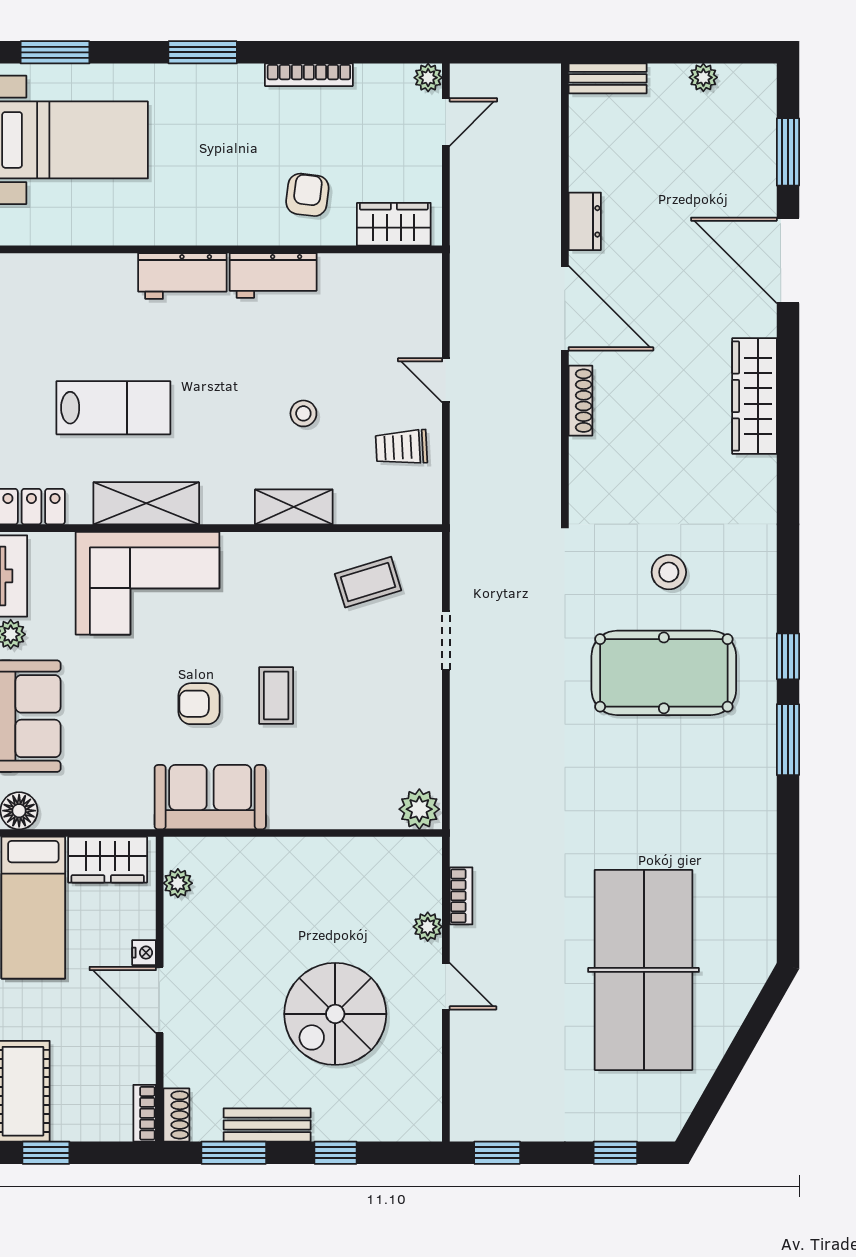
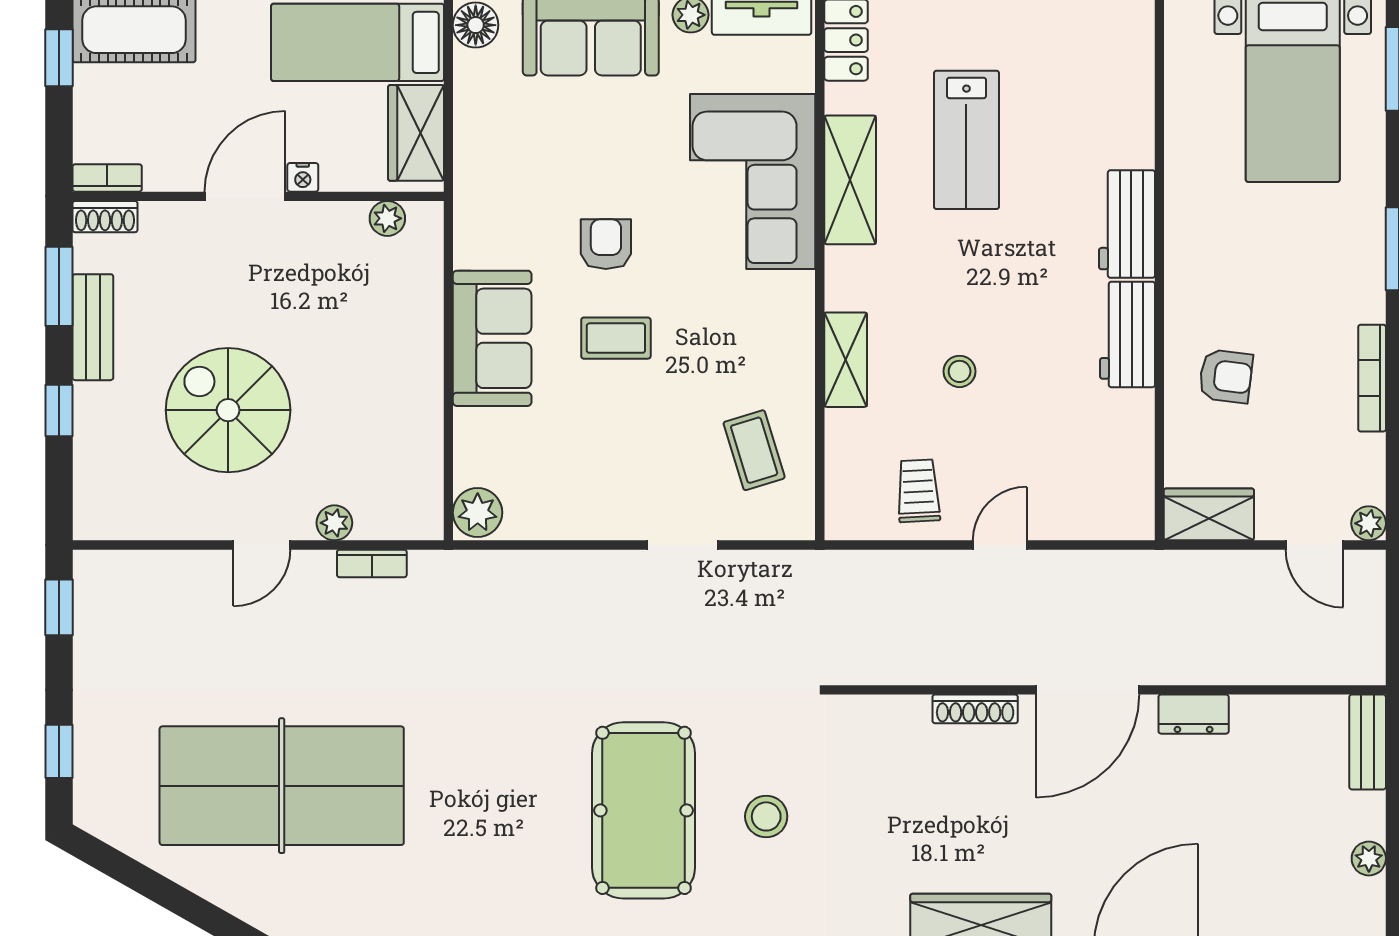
wardrobe: (394, 224) -> (1209, 514), moved, turned -90
sofa: (210, 797) -> (492, 338), moved

